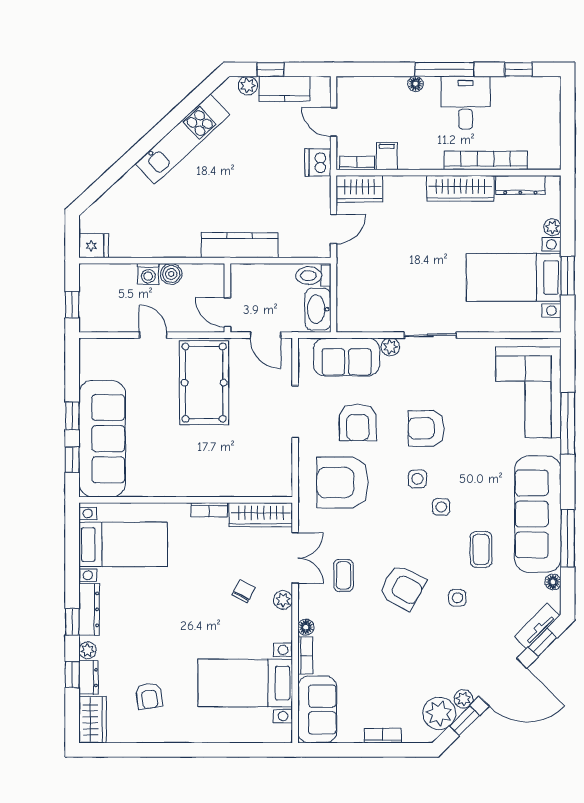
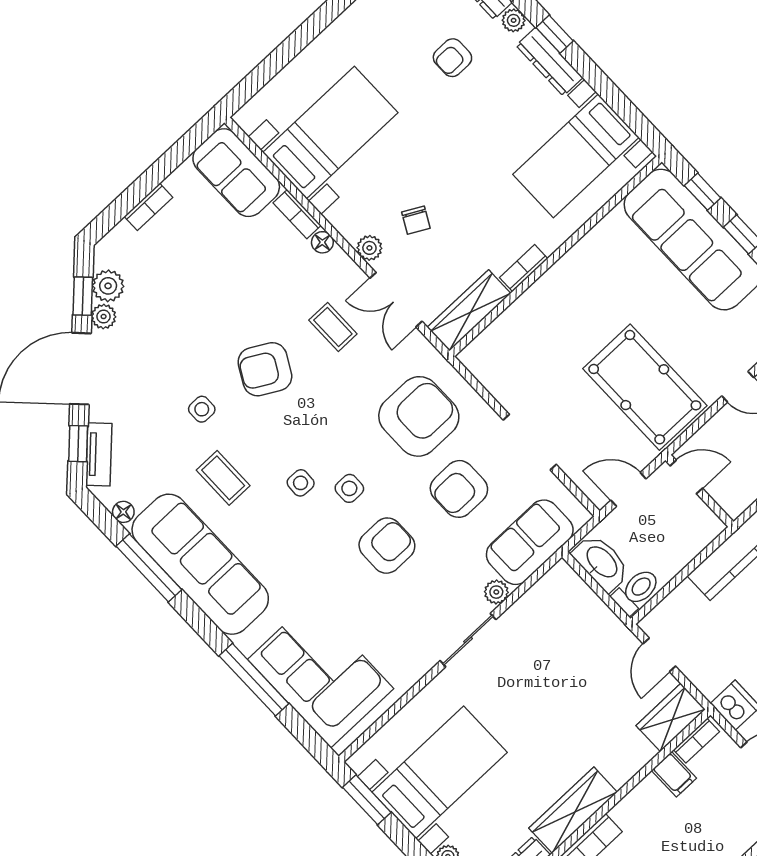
window: (568, 276) -> (367, 800), moved
armchair: (358, 422) -> (459, 489), turned -90
armchair: (149, 696) -> (452, 58), moved, turned -82
plant: (439, 713) -> (108, 286), width x0.73, depth x0.73

